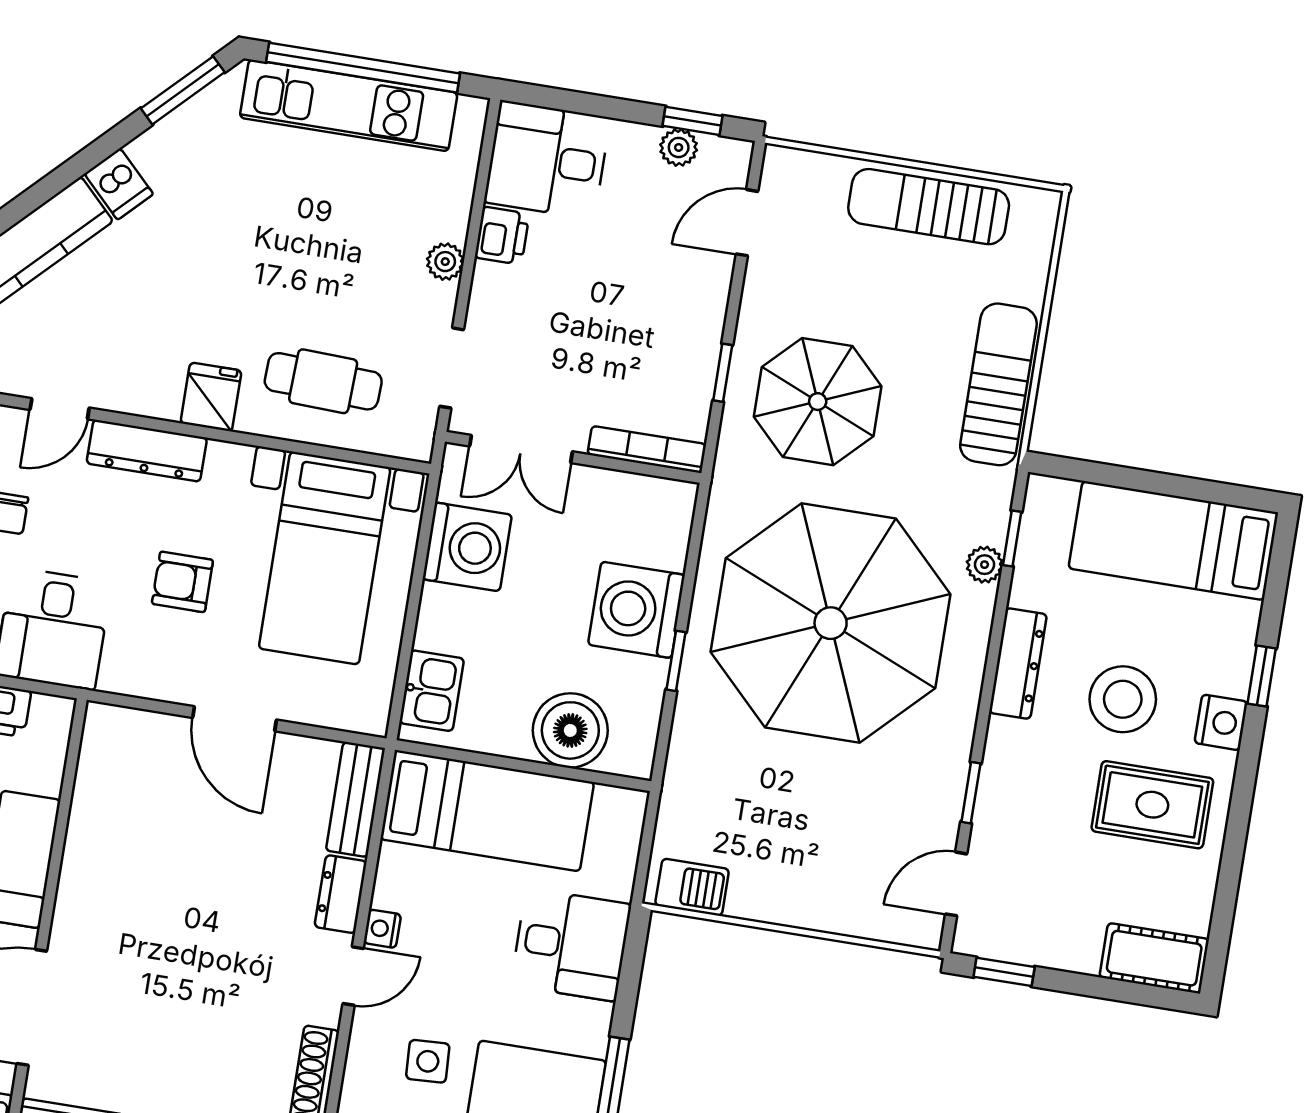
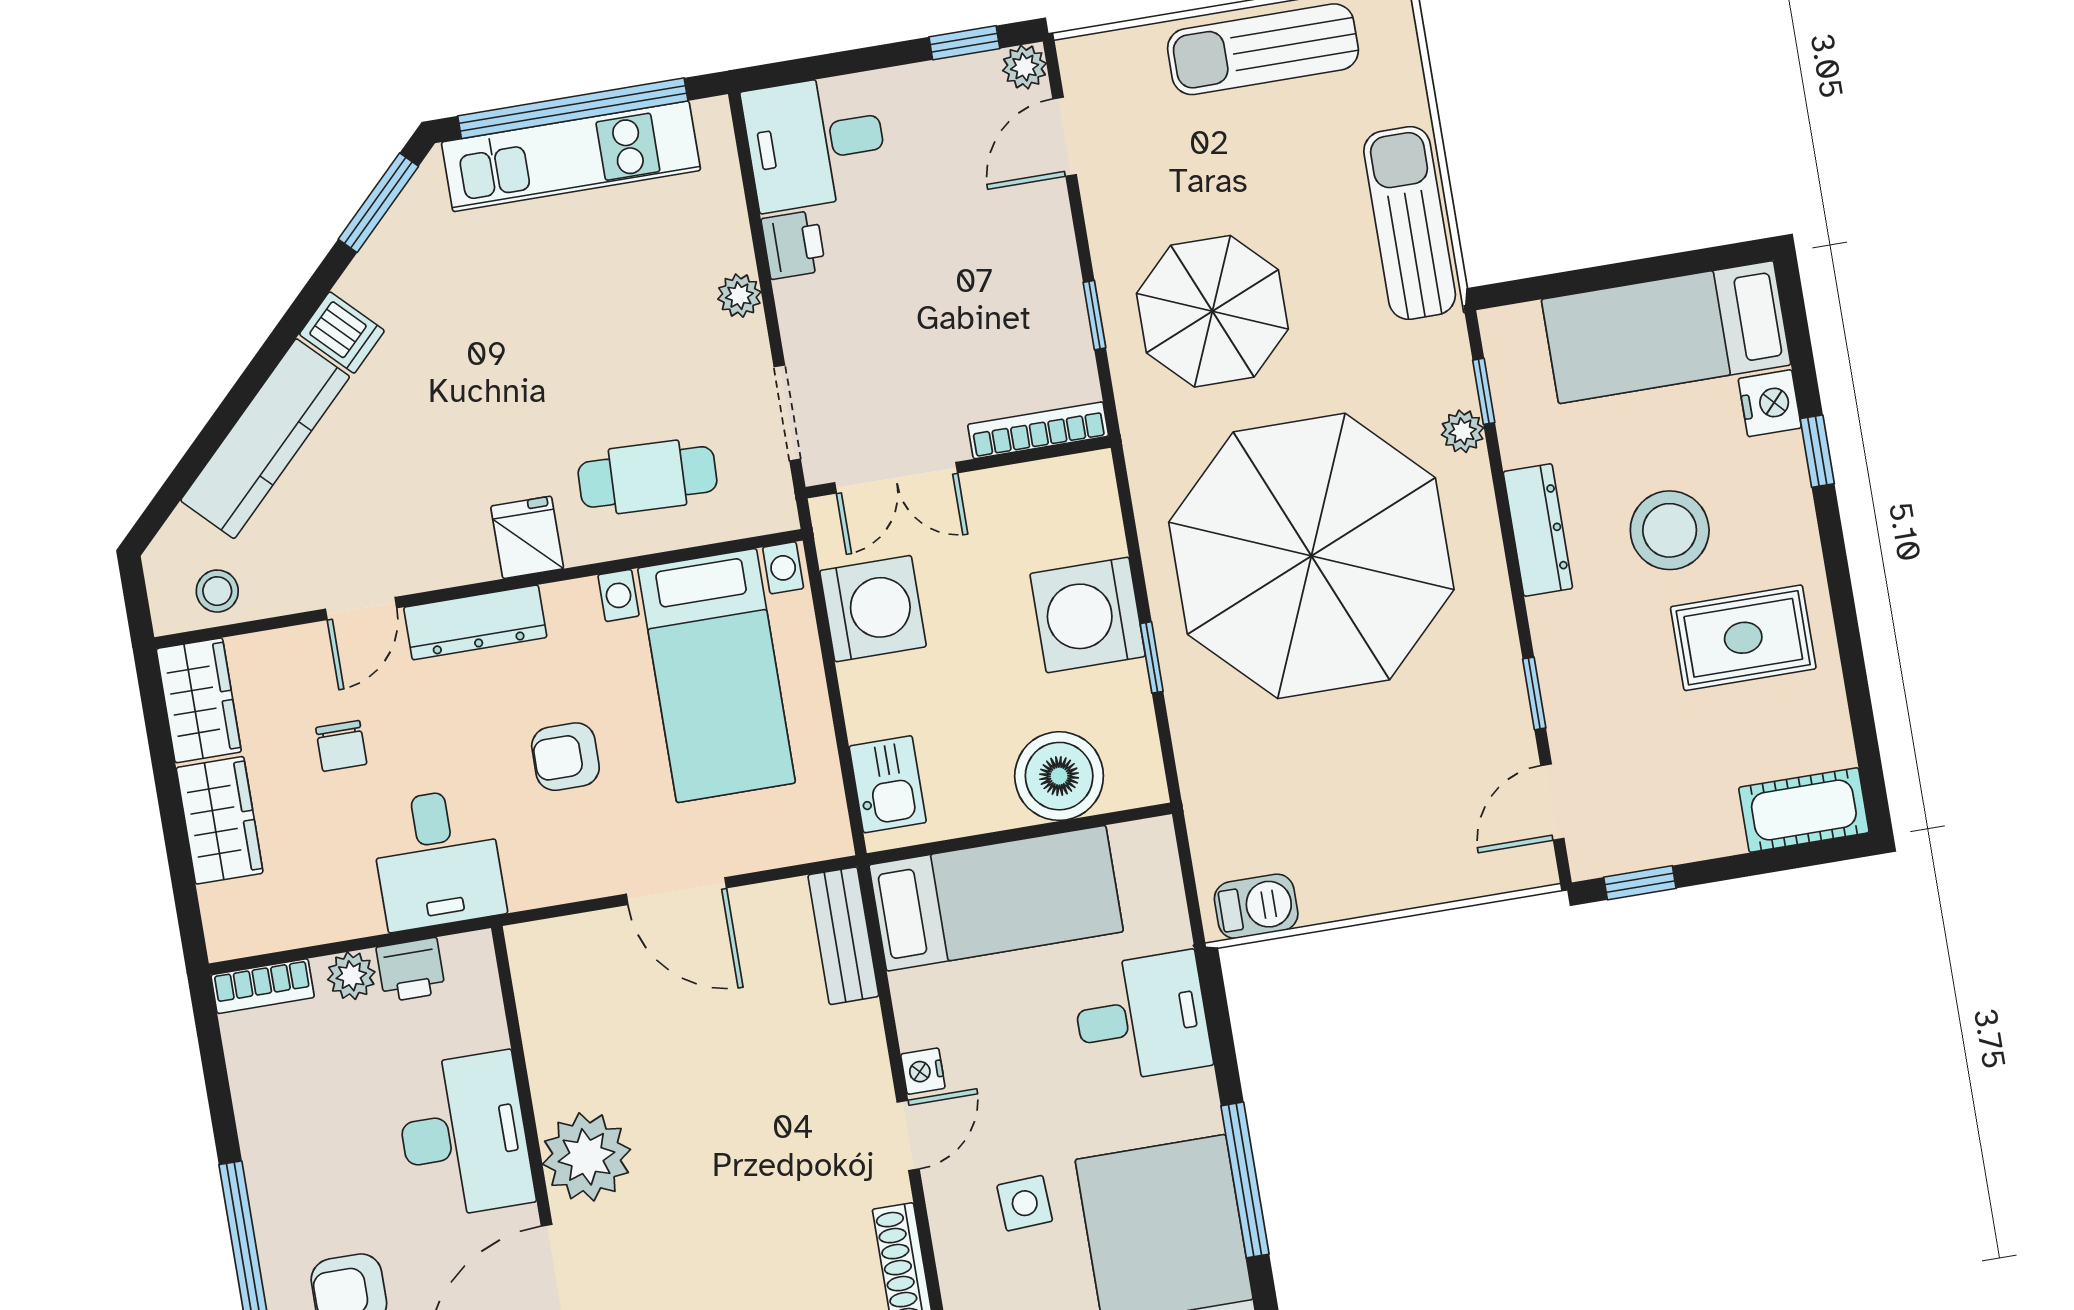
plant: (679, 147) -> (1024, 67), moved
nightstand: (1221, 722) -> (1770, 403), moved
dresser: (341, 894) -> (863, 1048), removed
plant: (91, 906) -> (586, 1157), added

